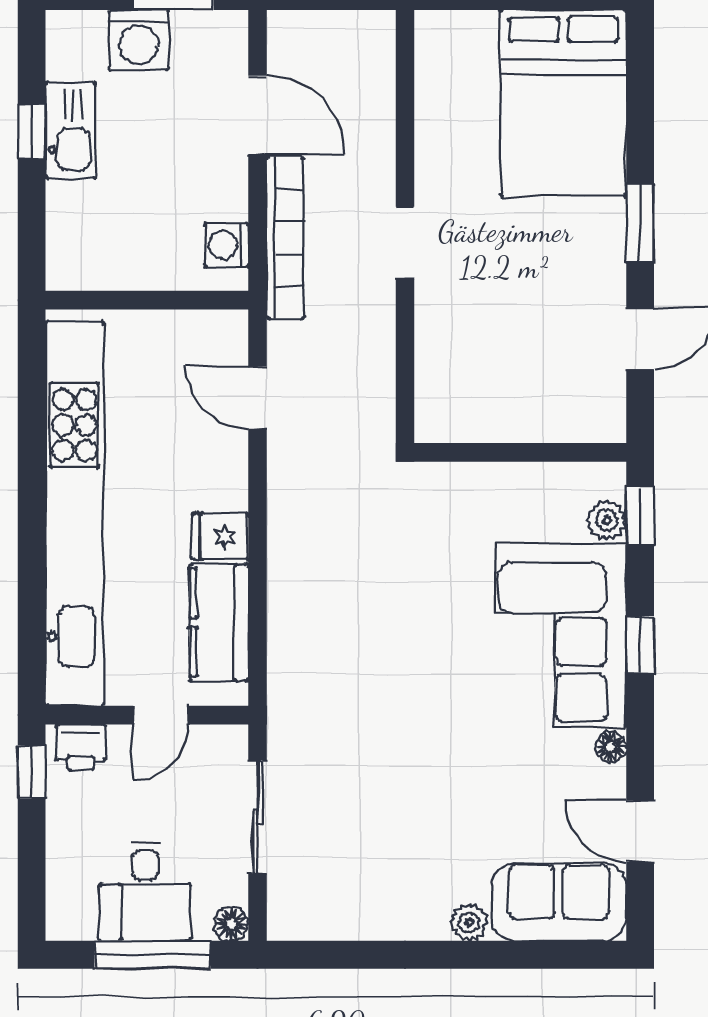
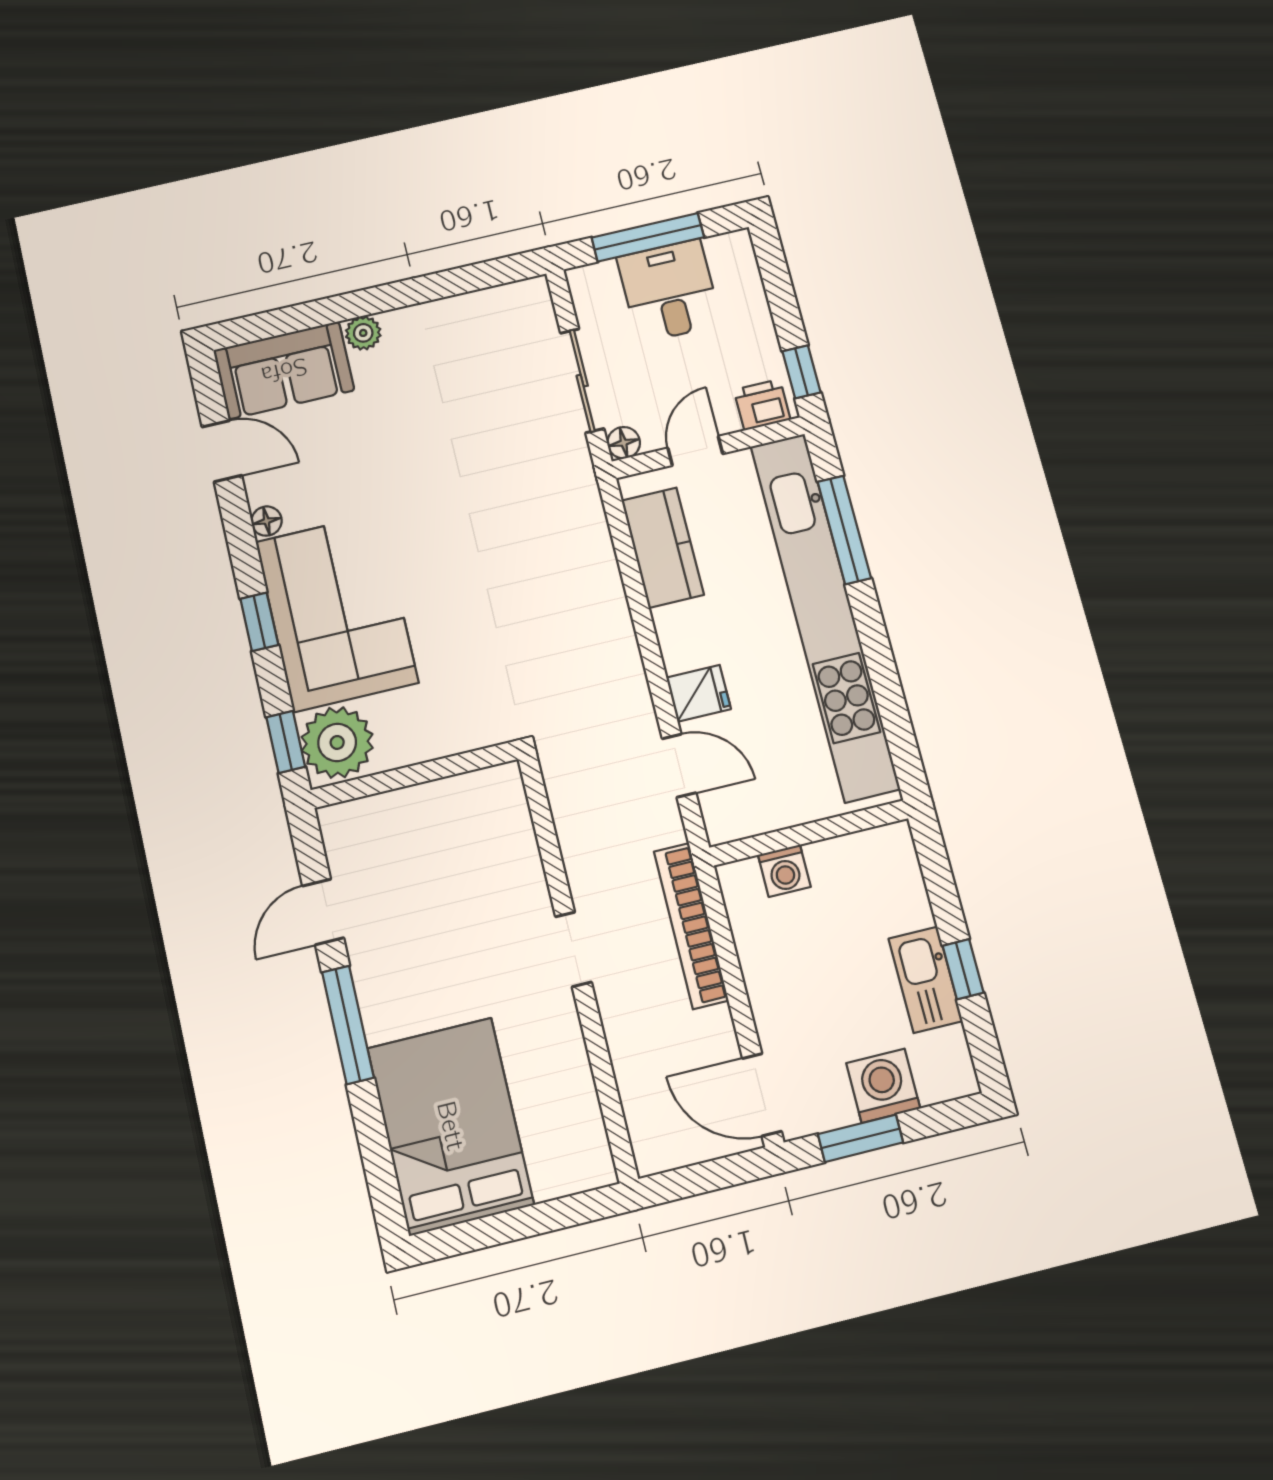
door: (257, 115) -> (762, 1095), moved
window: (640, 223) -> (348, 1025), width x1.44
washing machine: (226, 245) -> (784, 871), moved, turned 90
plant: (607, 520) -> (337, 742), width x1.87, depth x1.87
fridge: (220, 536) -> (699, 693), moved
window: (32, 597) -> (844, 530), added
floor lamp: (231, 924) -> (624, 443), moved

